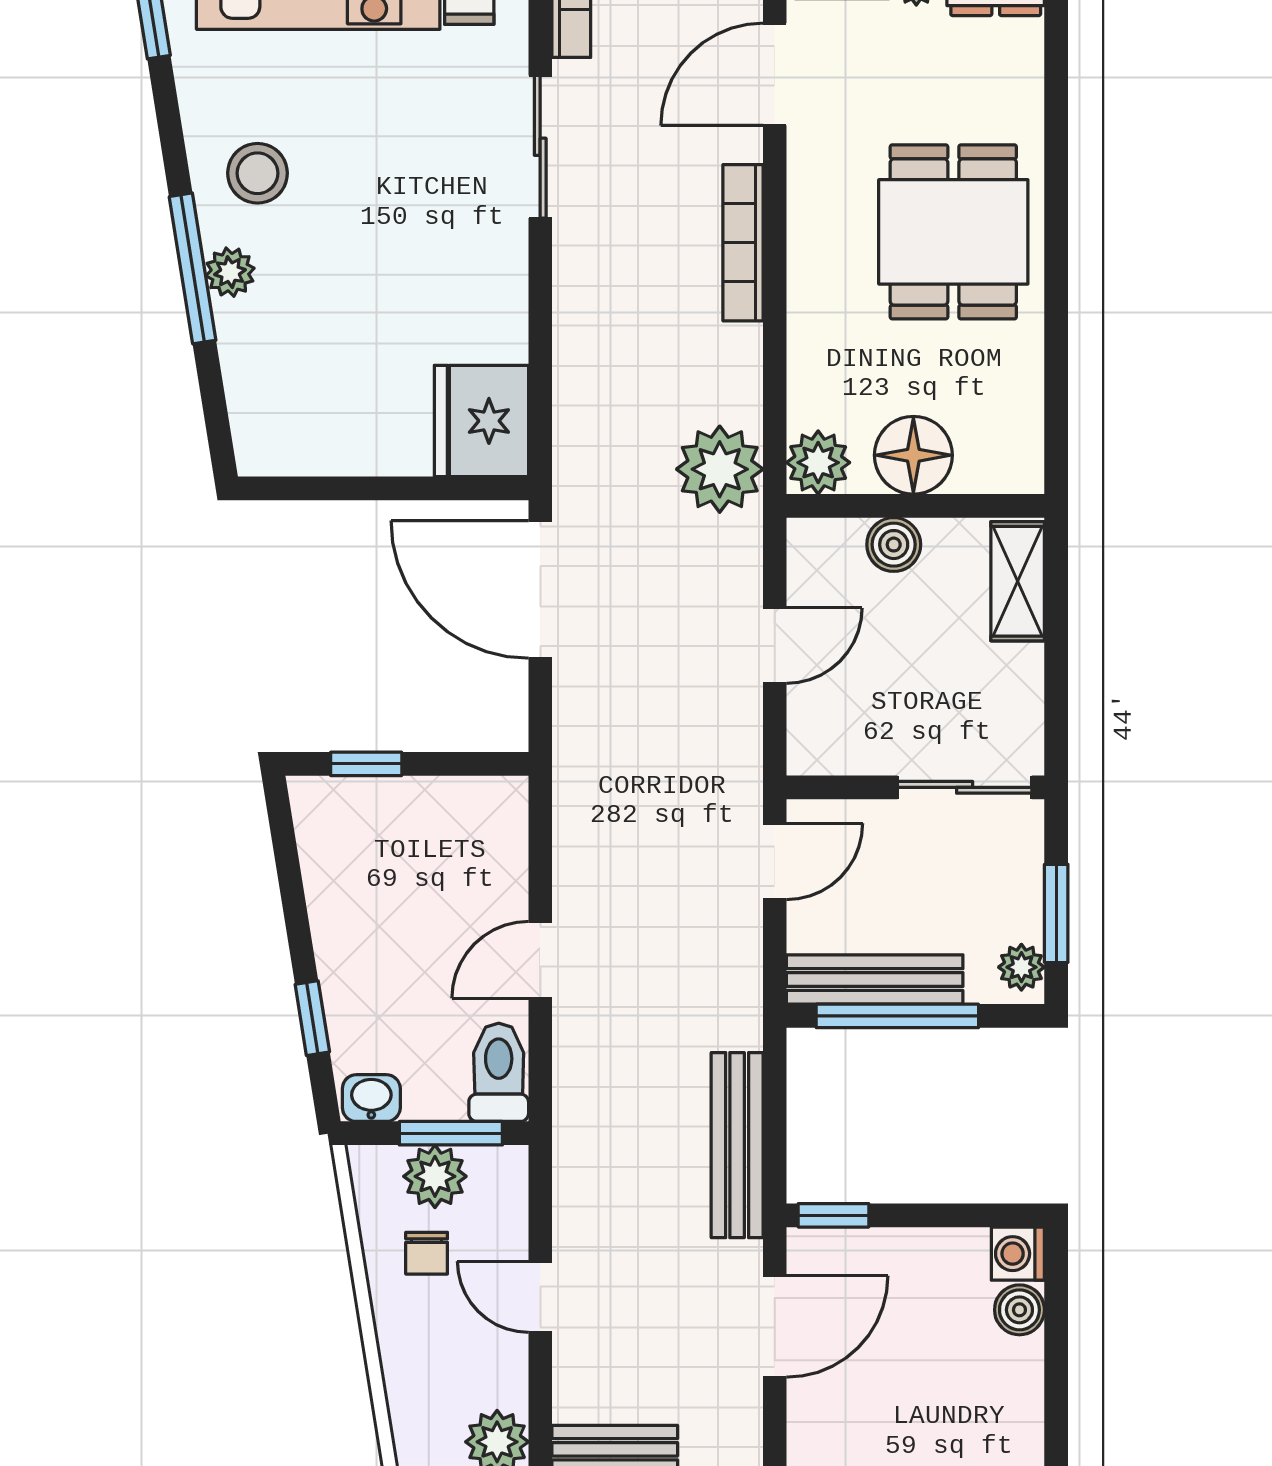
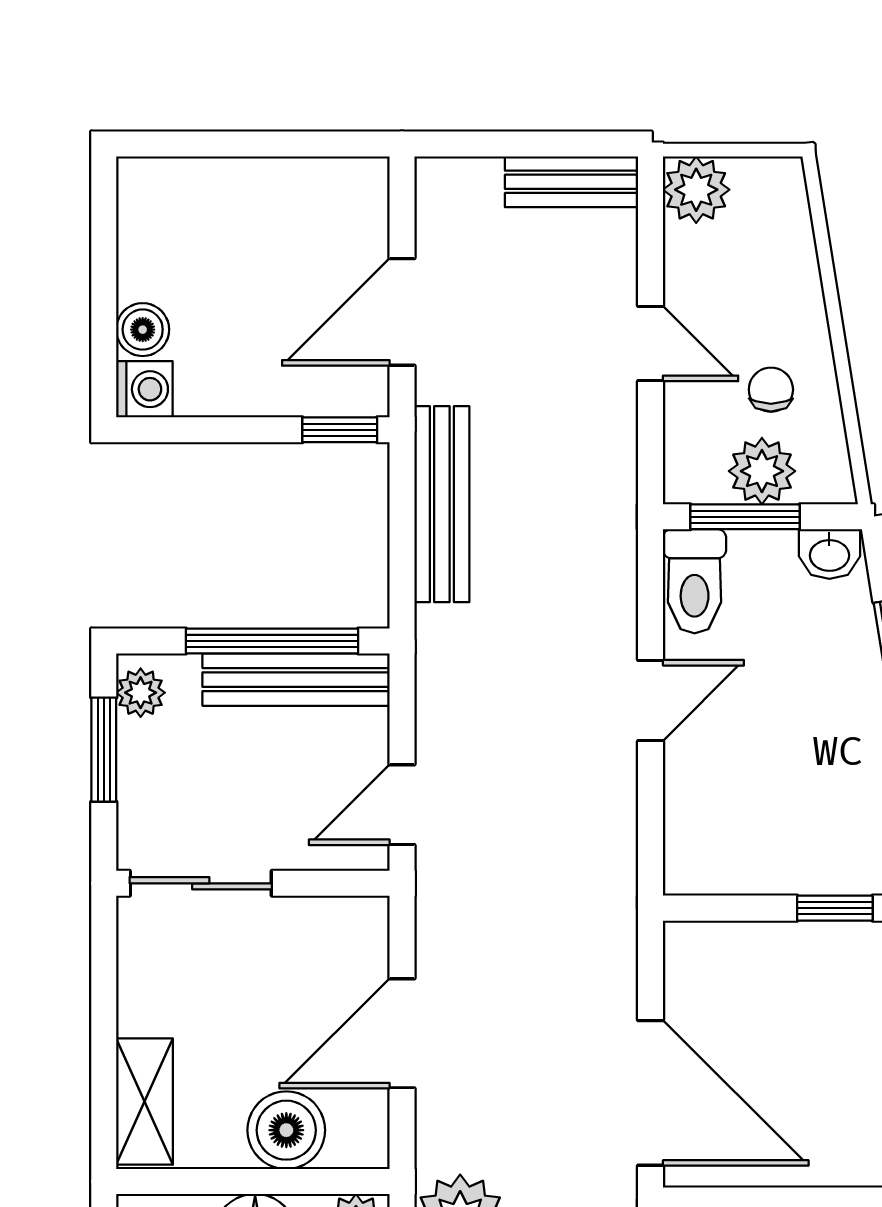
boiler: (894, 545) -> (286, 1130), width x1.36, depth x1.36
door: (775, 646) -> (402, 1033), width x1.38

